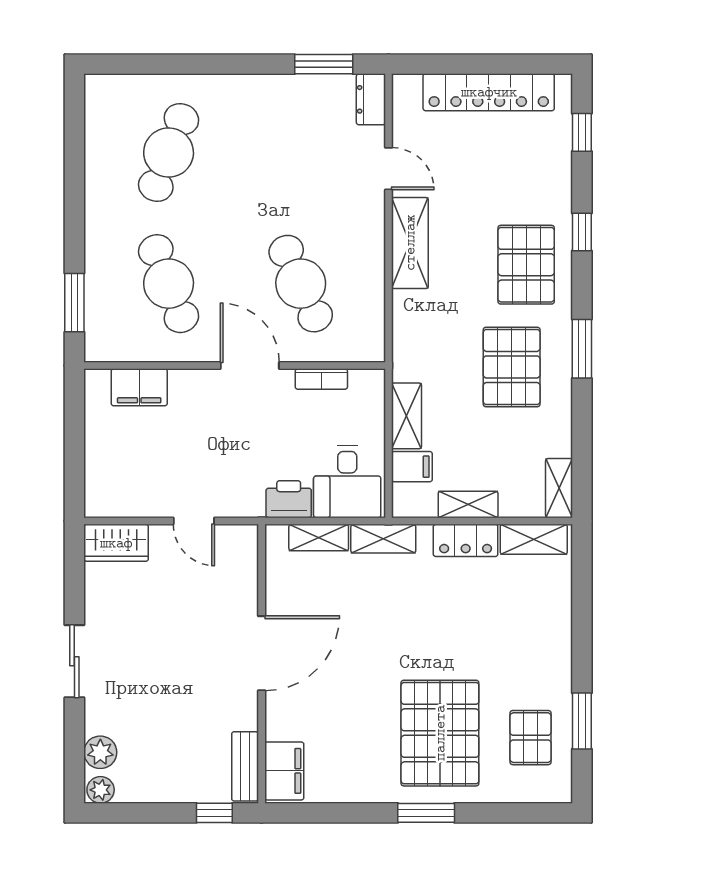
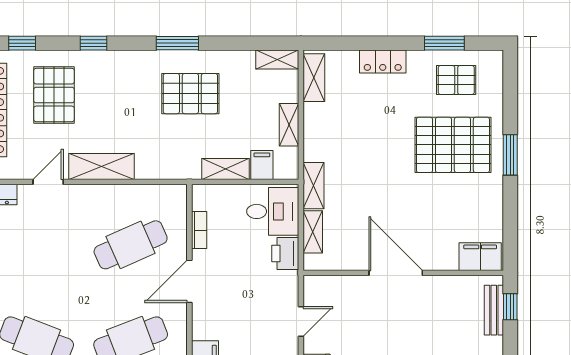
pallet: (526, 265) -> (54, 95), moved, turned 90
locker: (466, 540) -> (383, 62), moved, turned 90
bench: (245, 766) -> (494, 310), moved, turned 90

